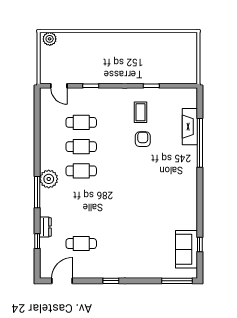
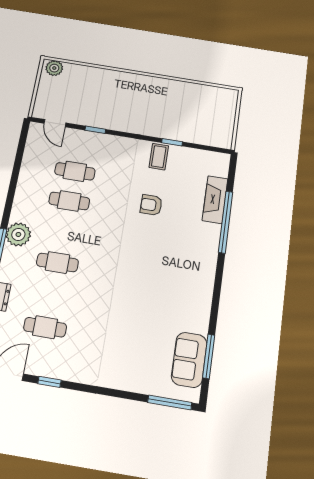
coffee table: (140, 112) -> (159, 157), moved
armchair: (143, 139) -> (151, 205), turned -90
cafe table: (81, 171) -> (57, 262), moved
window: (200, 244) -> (209, 356), width x2.17
window: (111, 281) -> (49, 382), moved

